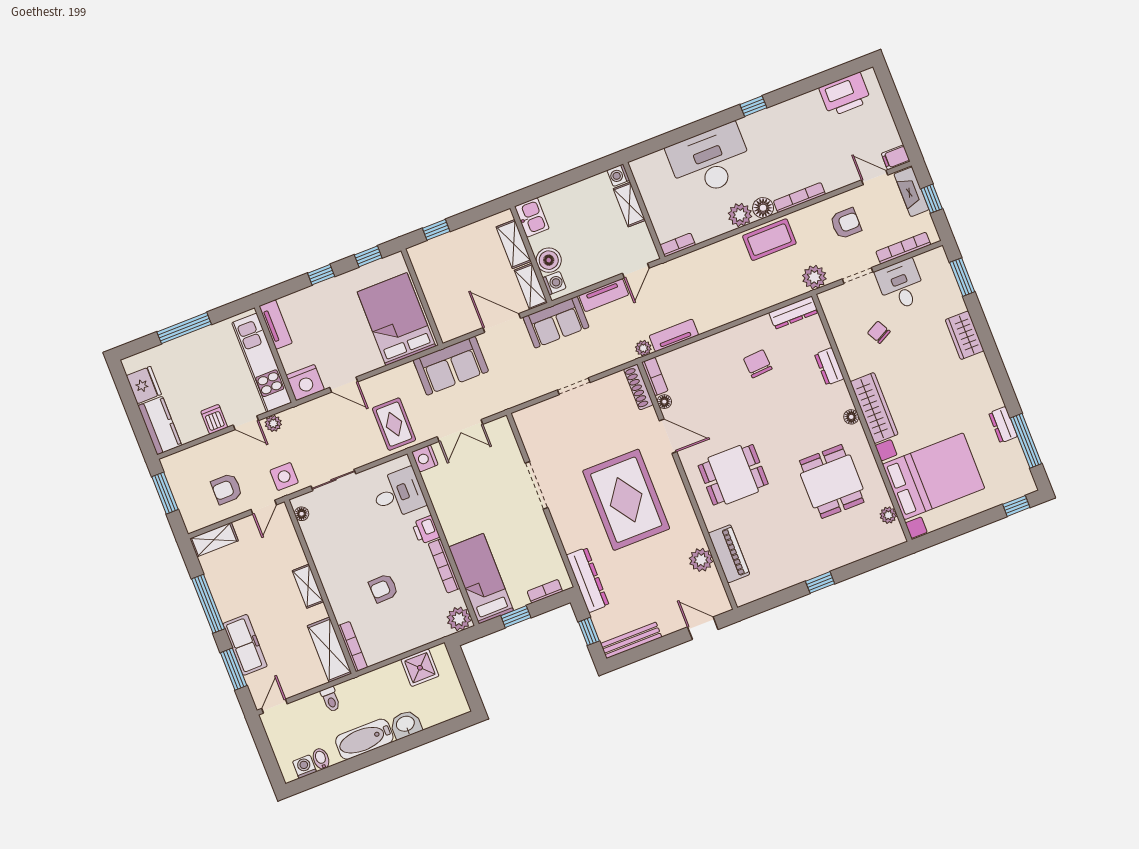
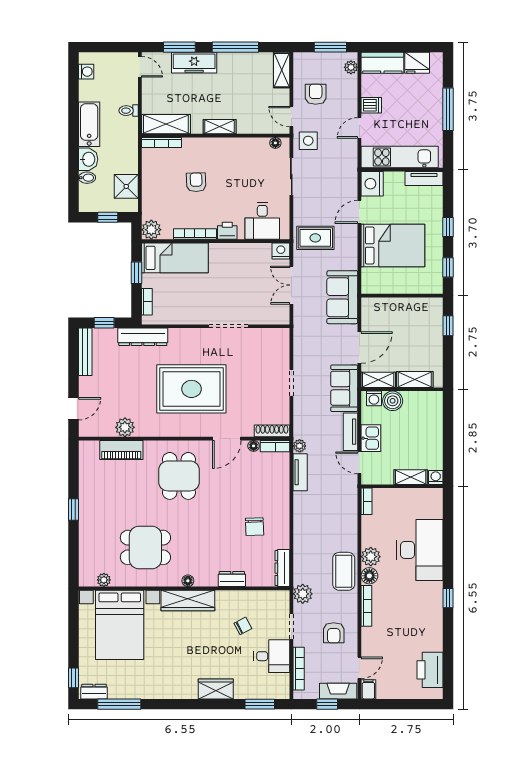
kitchen sink: (532, 217) -> (371, 438), moved, turned -90
bed: (396, 319) -> (393, 245), moved
chair: (758, 364) -> (255, 527), turned 92
plant: (273, 423) -> (351, 67), moved
dresser: (1003, 425) -> (94, 692), moved
window: (464, 675) -> (108, 217), added
bidet: (321, 759) -> (87, 178), moved

